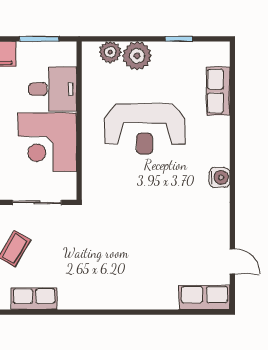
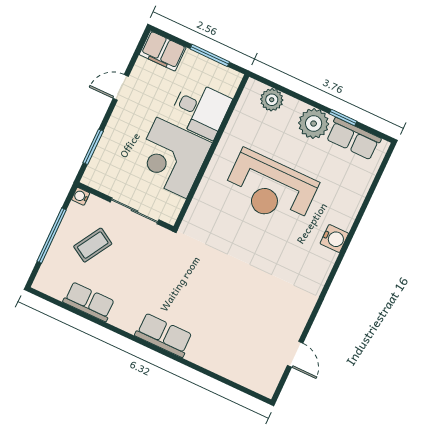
plant: (137, 56) -> (314, 124), moved
row of seats: (218, 91) -> (353, 139), moved, turned -90
water cooler: (220, 177) -> (334, 238), moved
row of seats: (204, 297) -> (164, 335), moved

